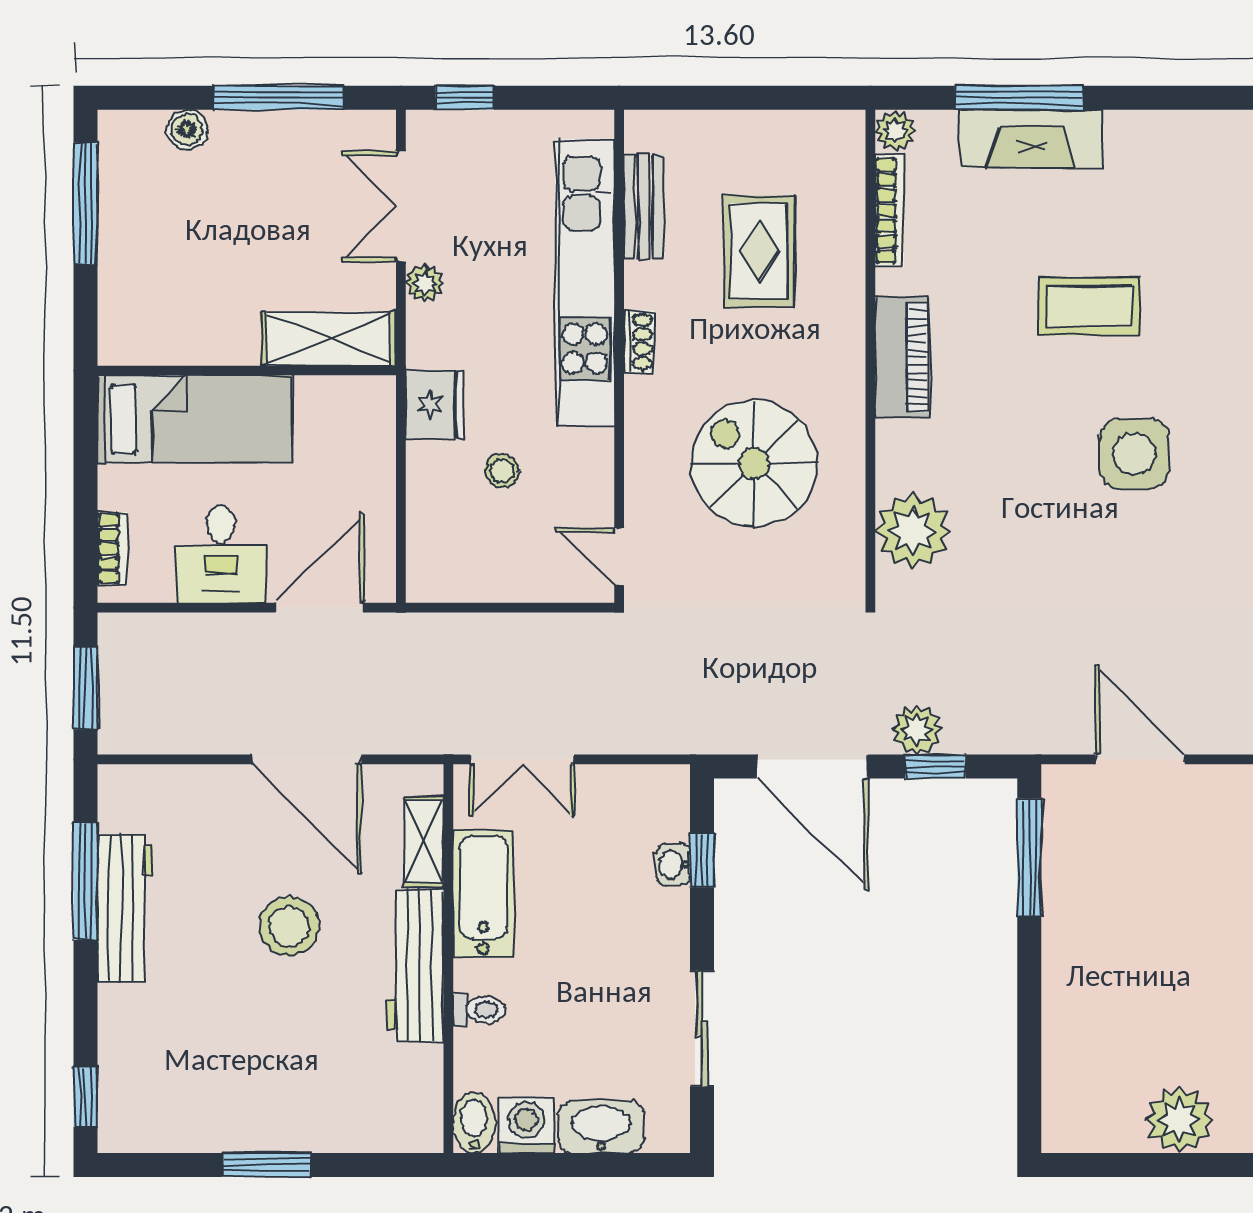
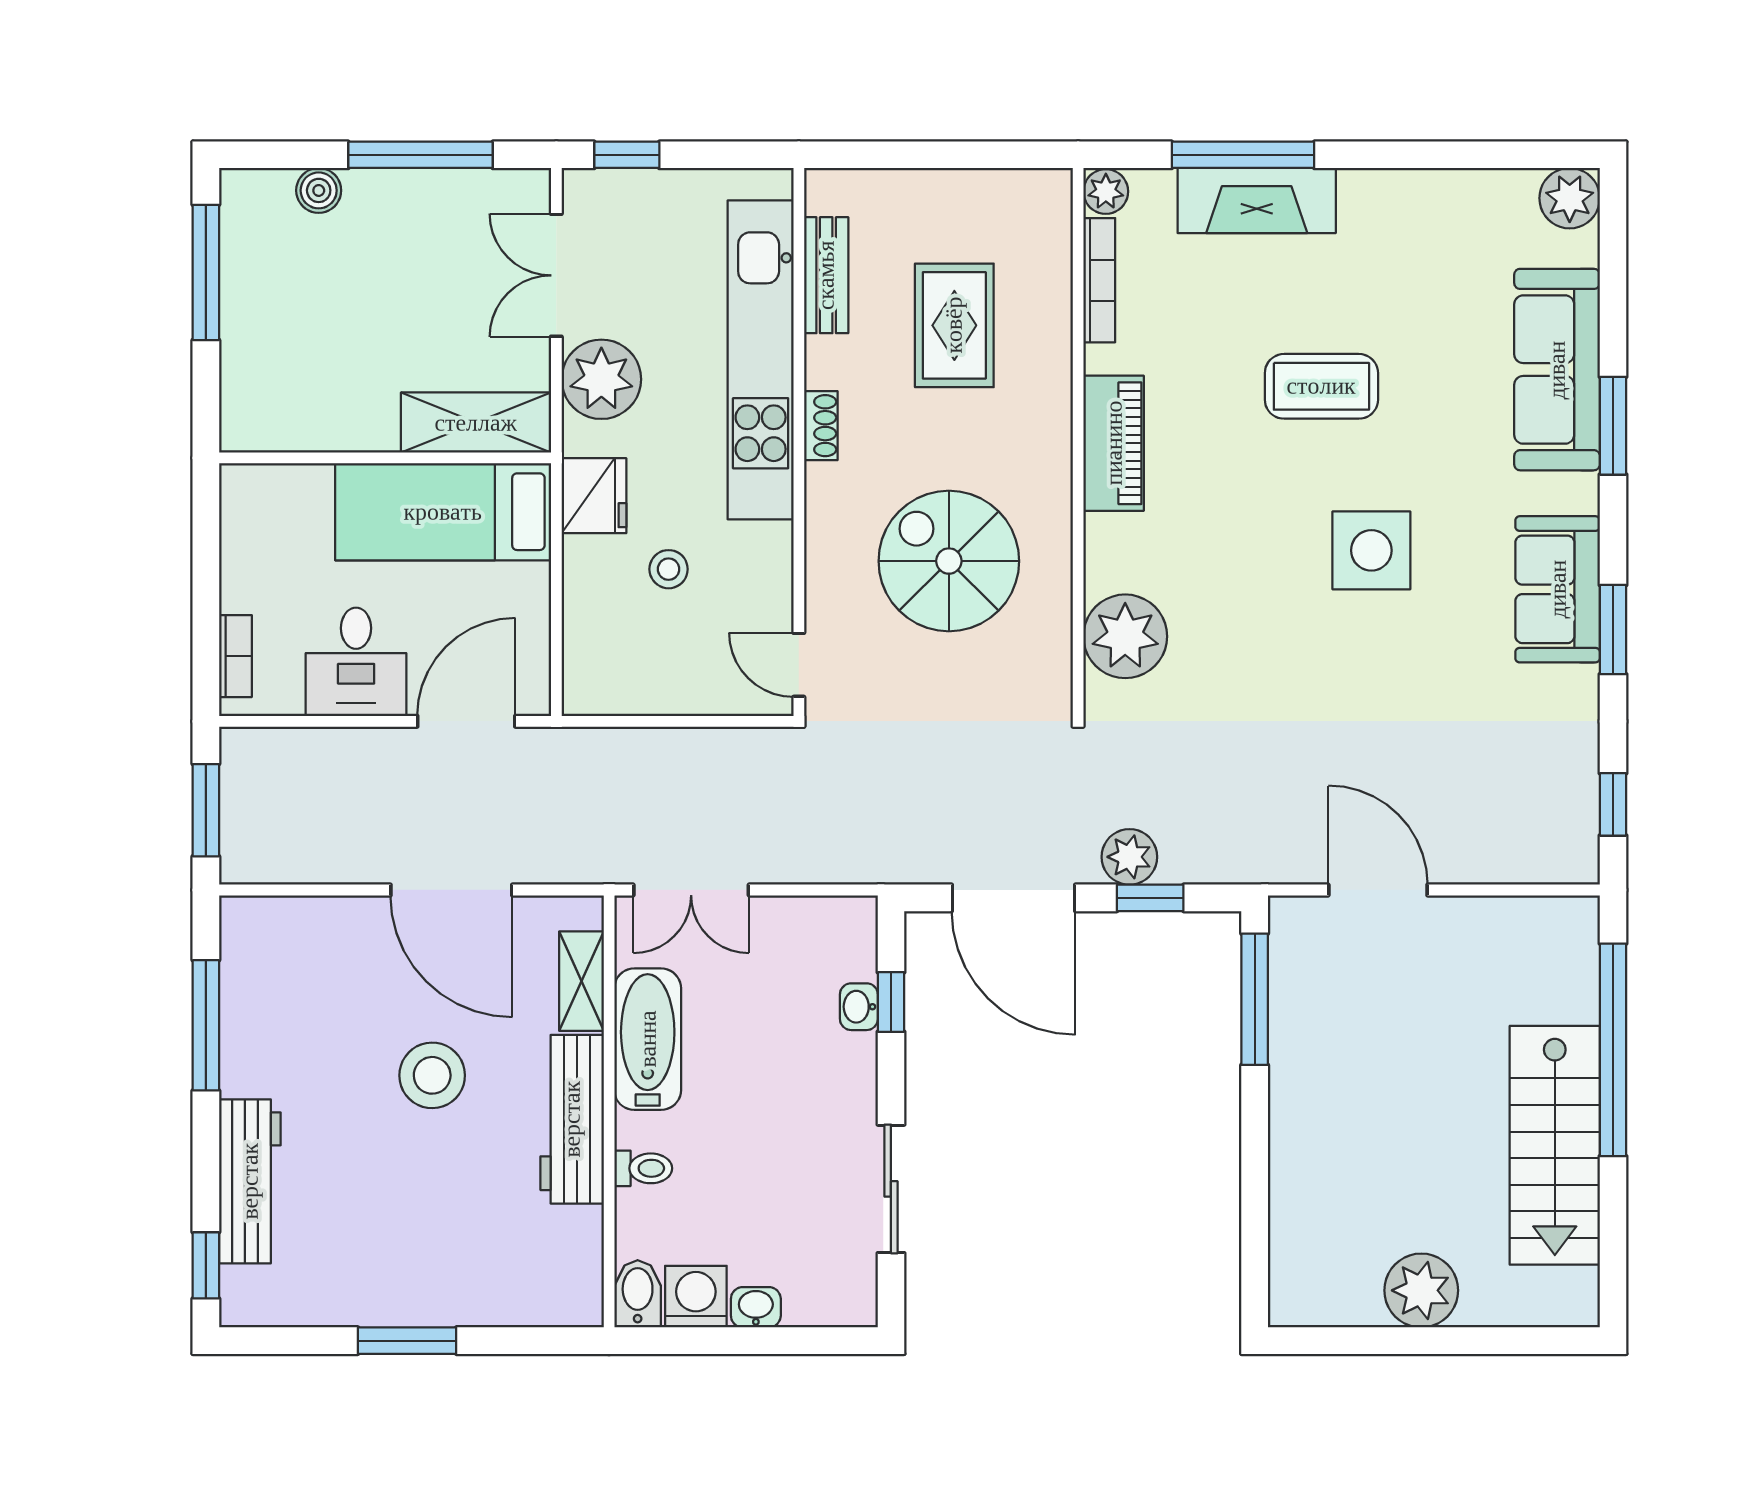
plant: (425, 283) -> (601, 379), width x1.88, depth x1.88
bed: (194, 419) -> (443, 512), moved, turned 180
workbench: (125, 908) -> (250, 1181), moved
washbasin: (601, 1127) -> (756, 1307), width x0.52, depth x0.69

